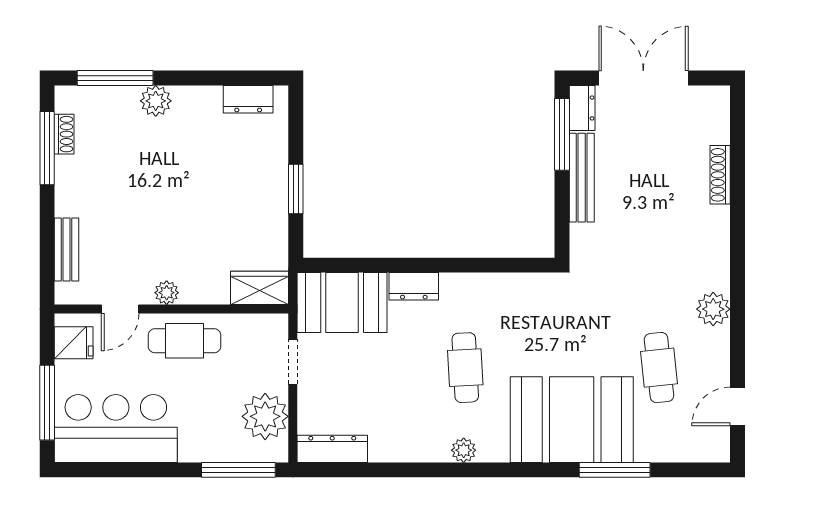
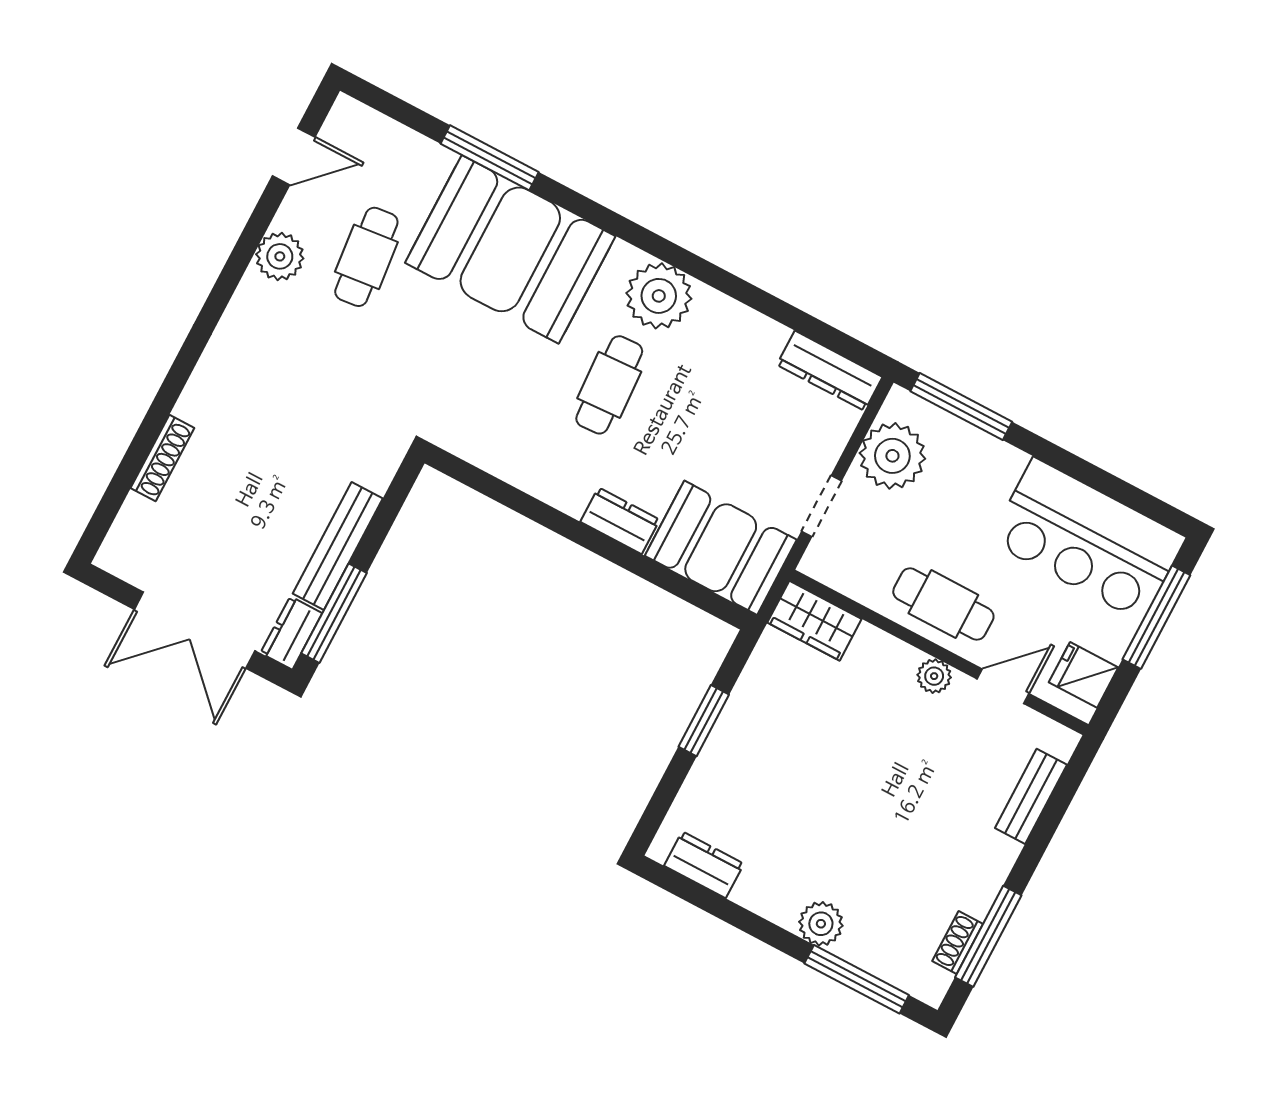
plant: (713, 309) -> (280, 256), moved
plant: (464, 450) -> (659, 296), width x1.88, depth x1.88

